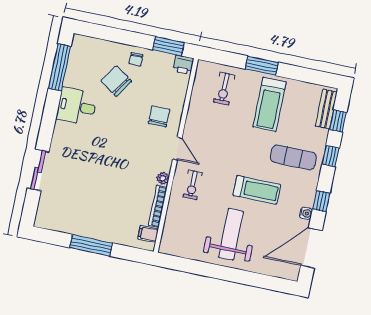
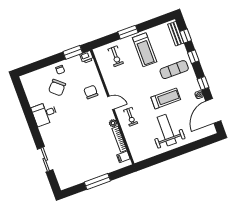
window: (60, 67) -> (23, 99), removed
chair: (116, 81) -> (57, 88), turned -83

